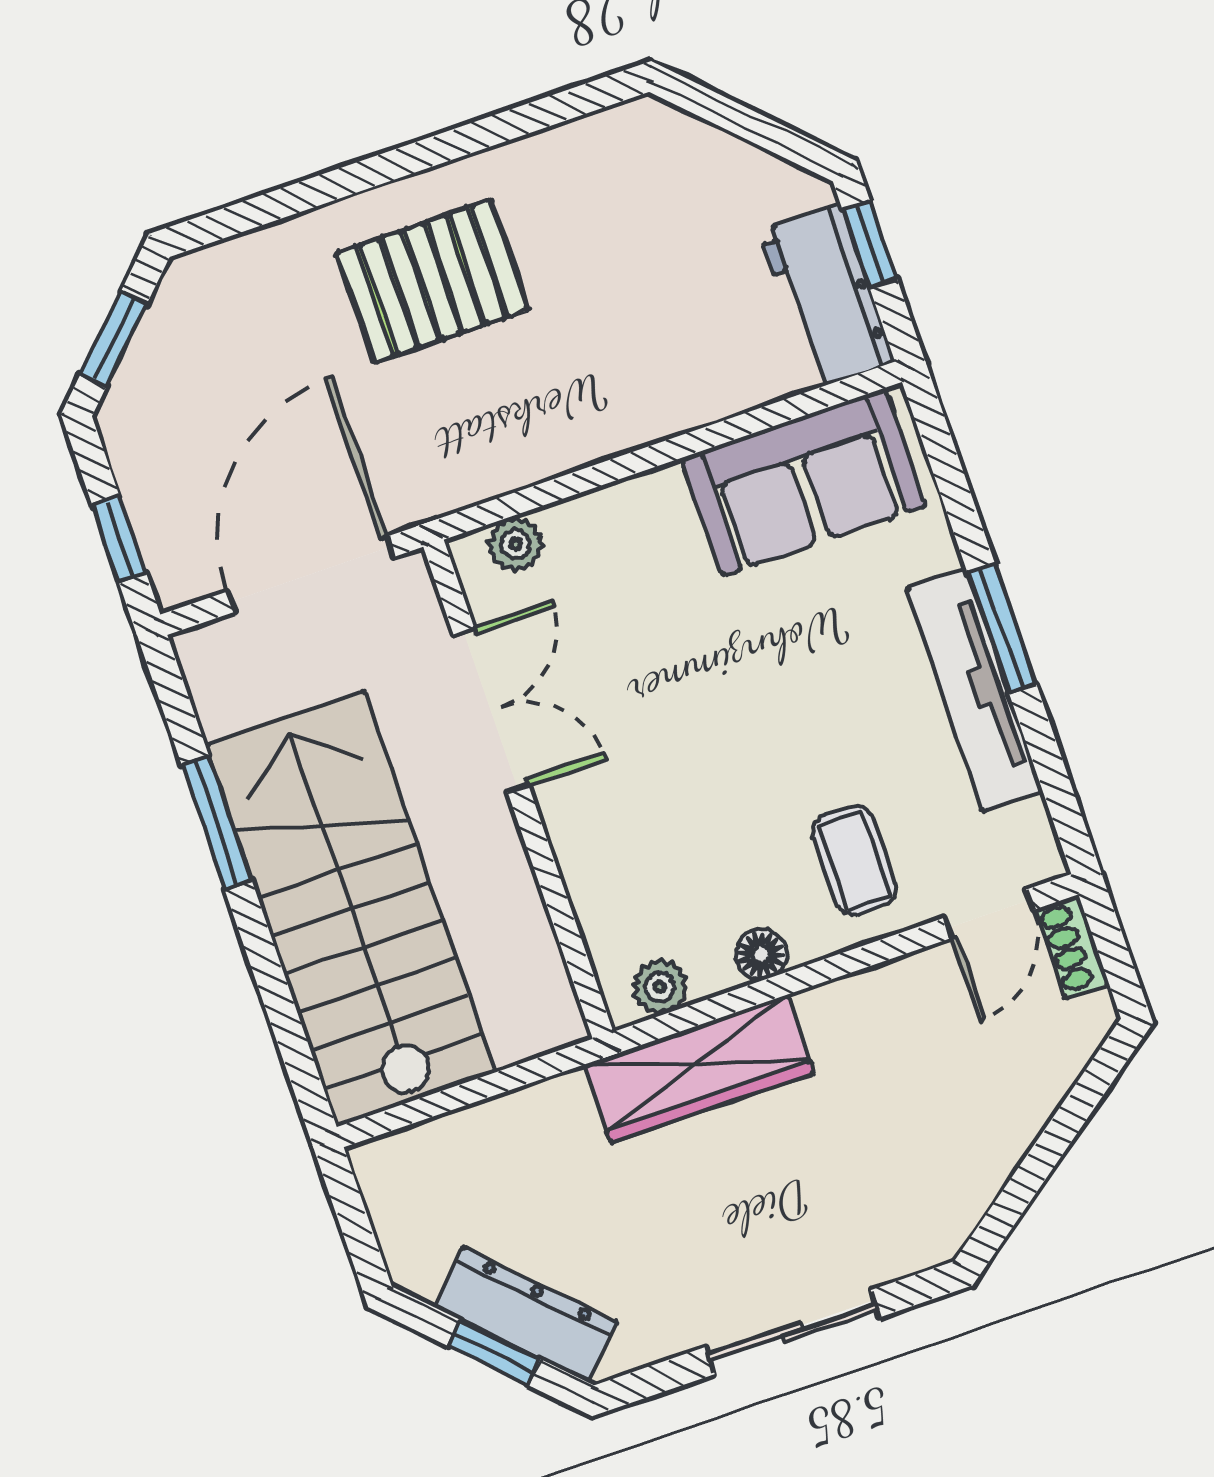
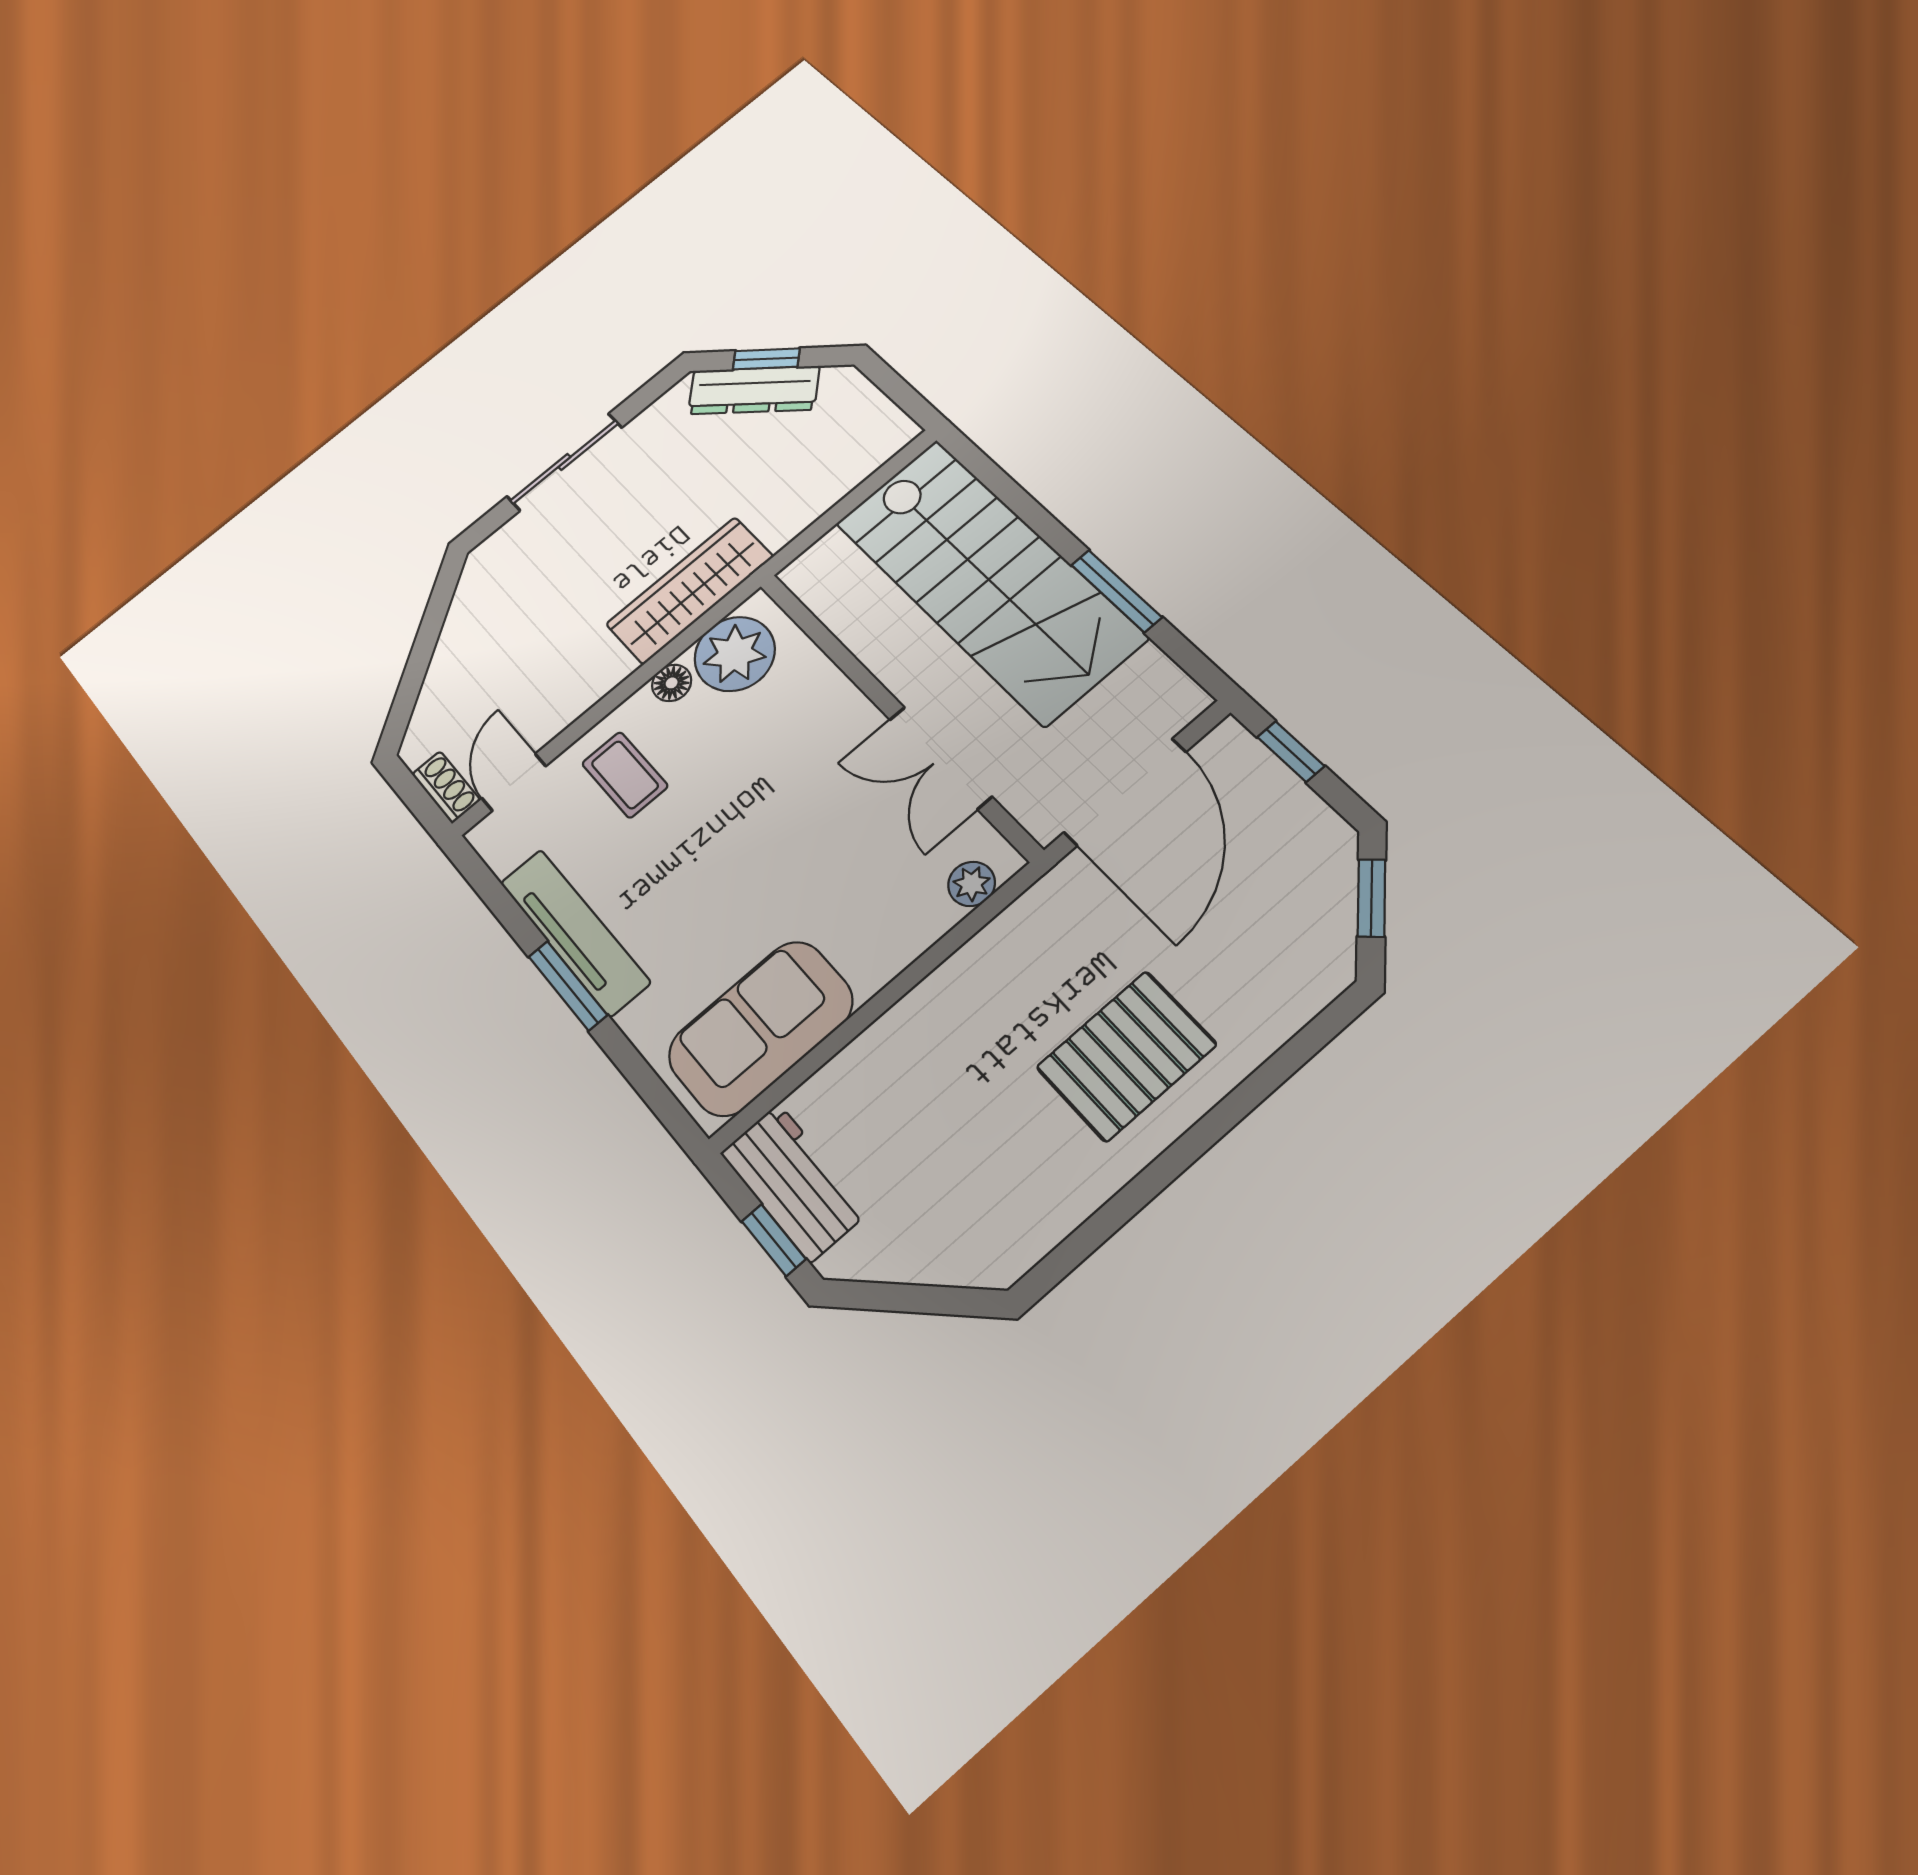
plant: (660, 987) -> (735, 654), width x1.87, depth x1.87

